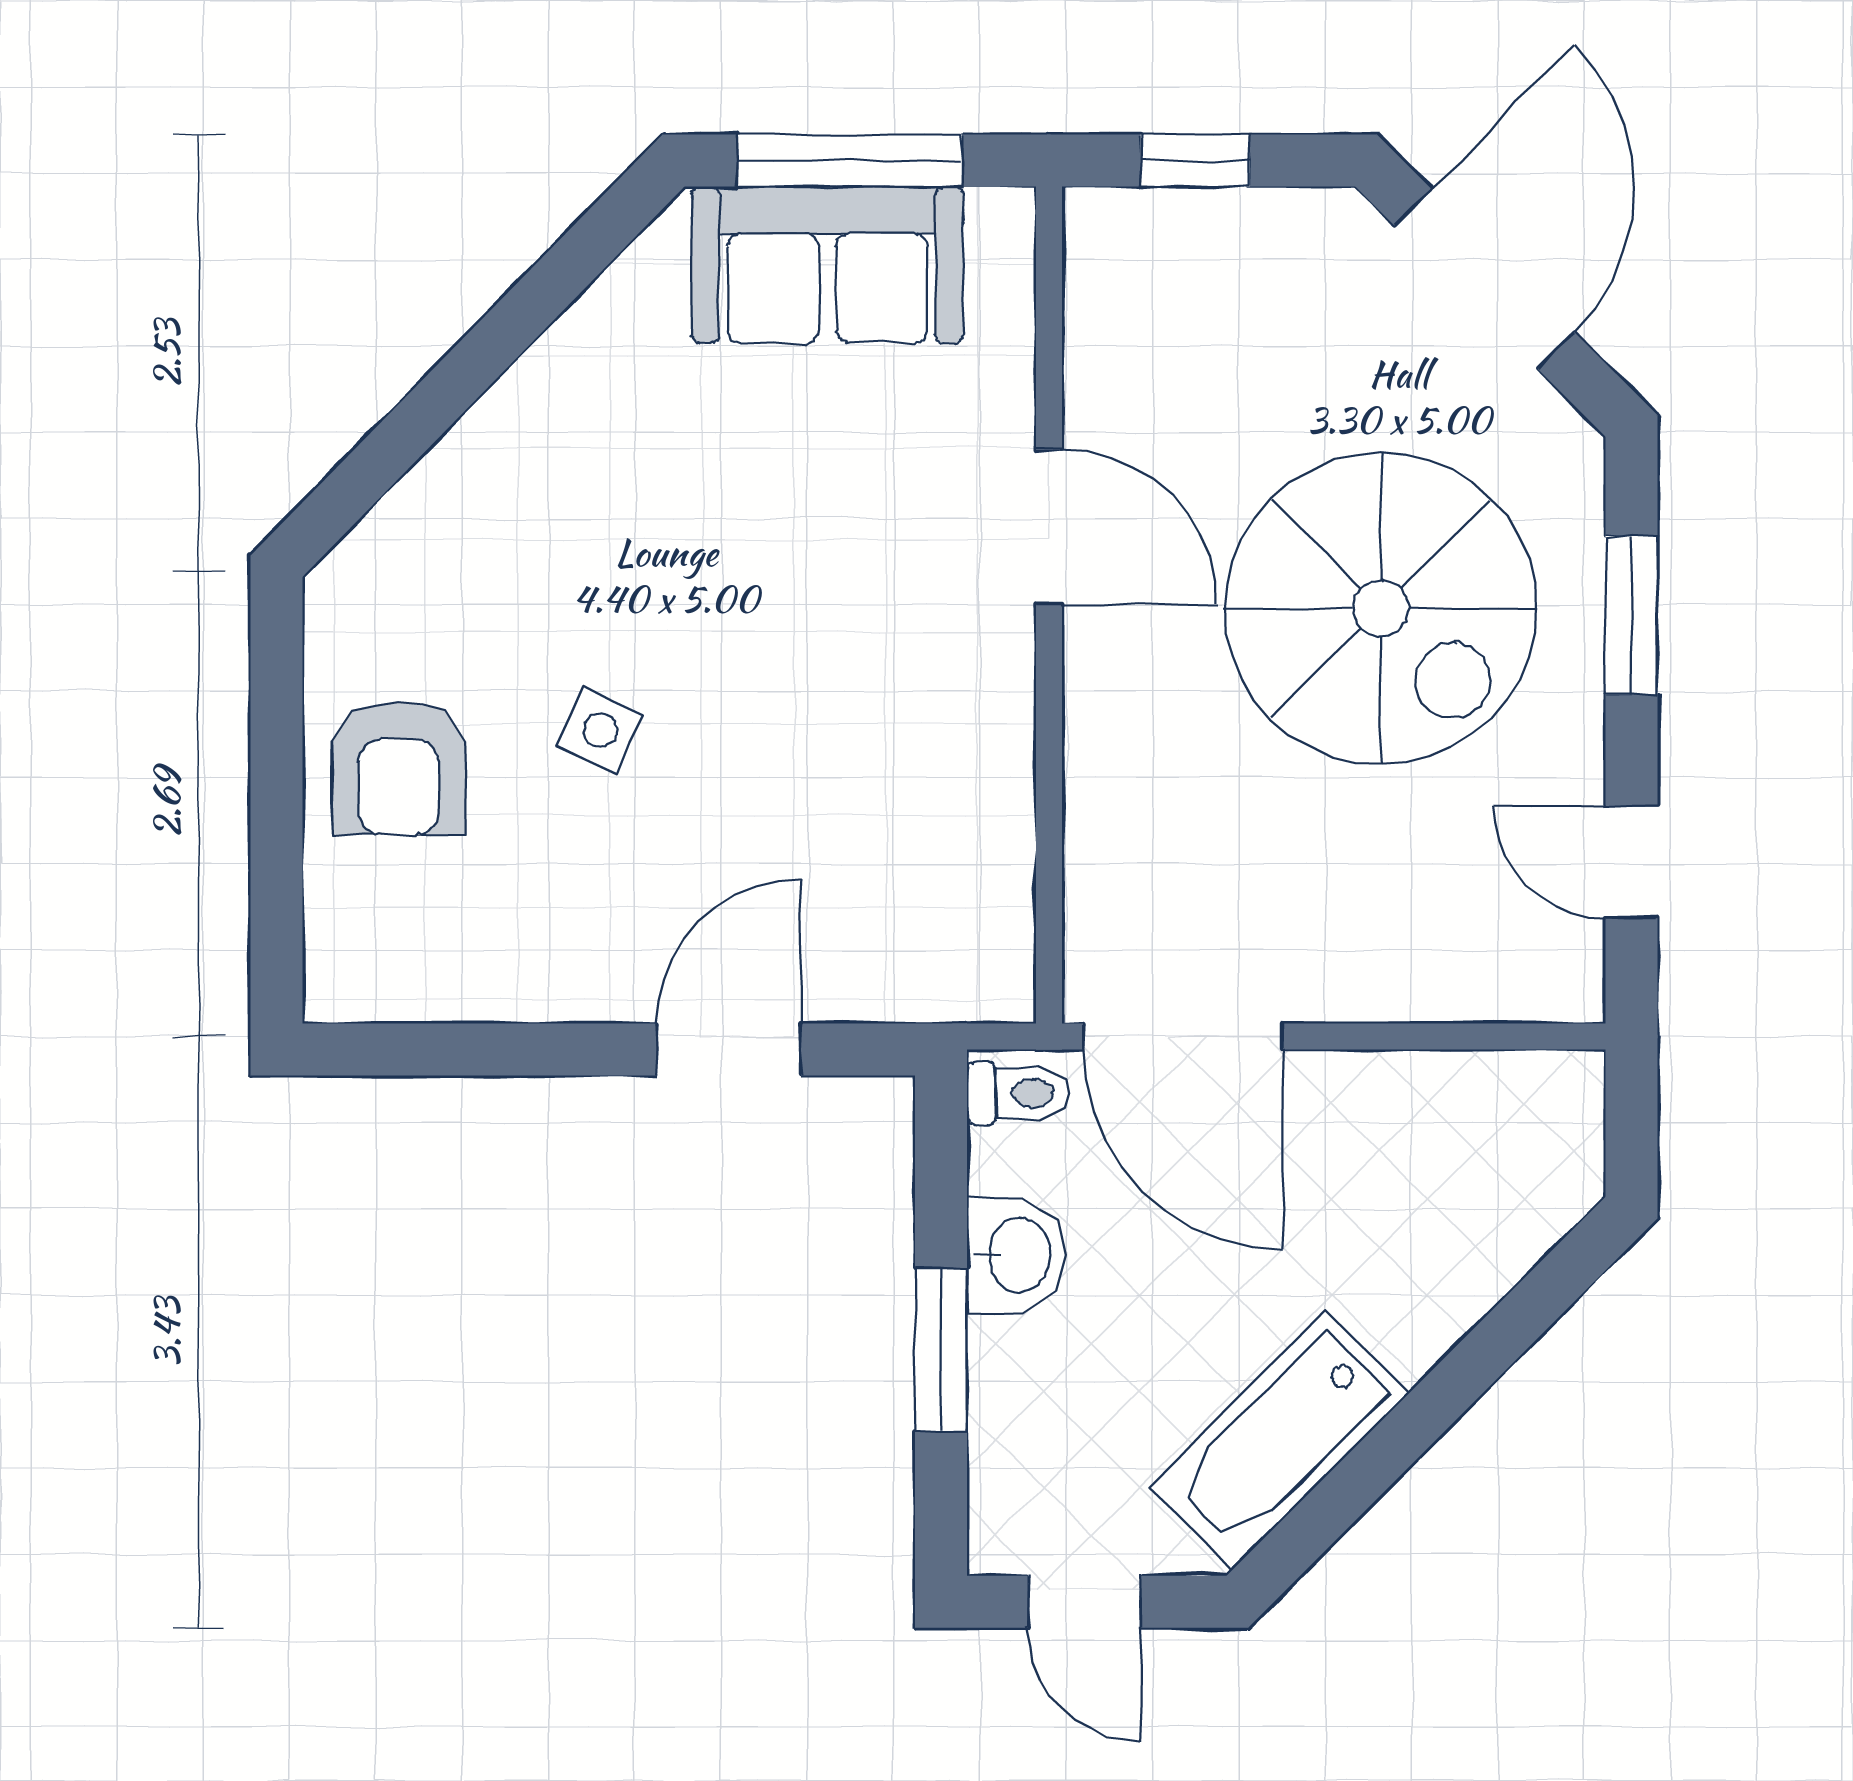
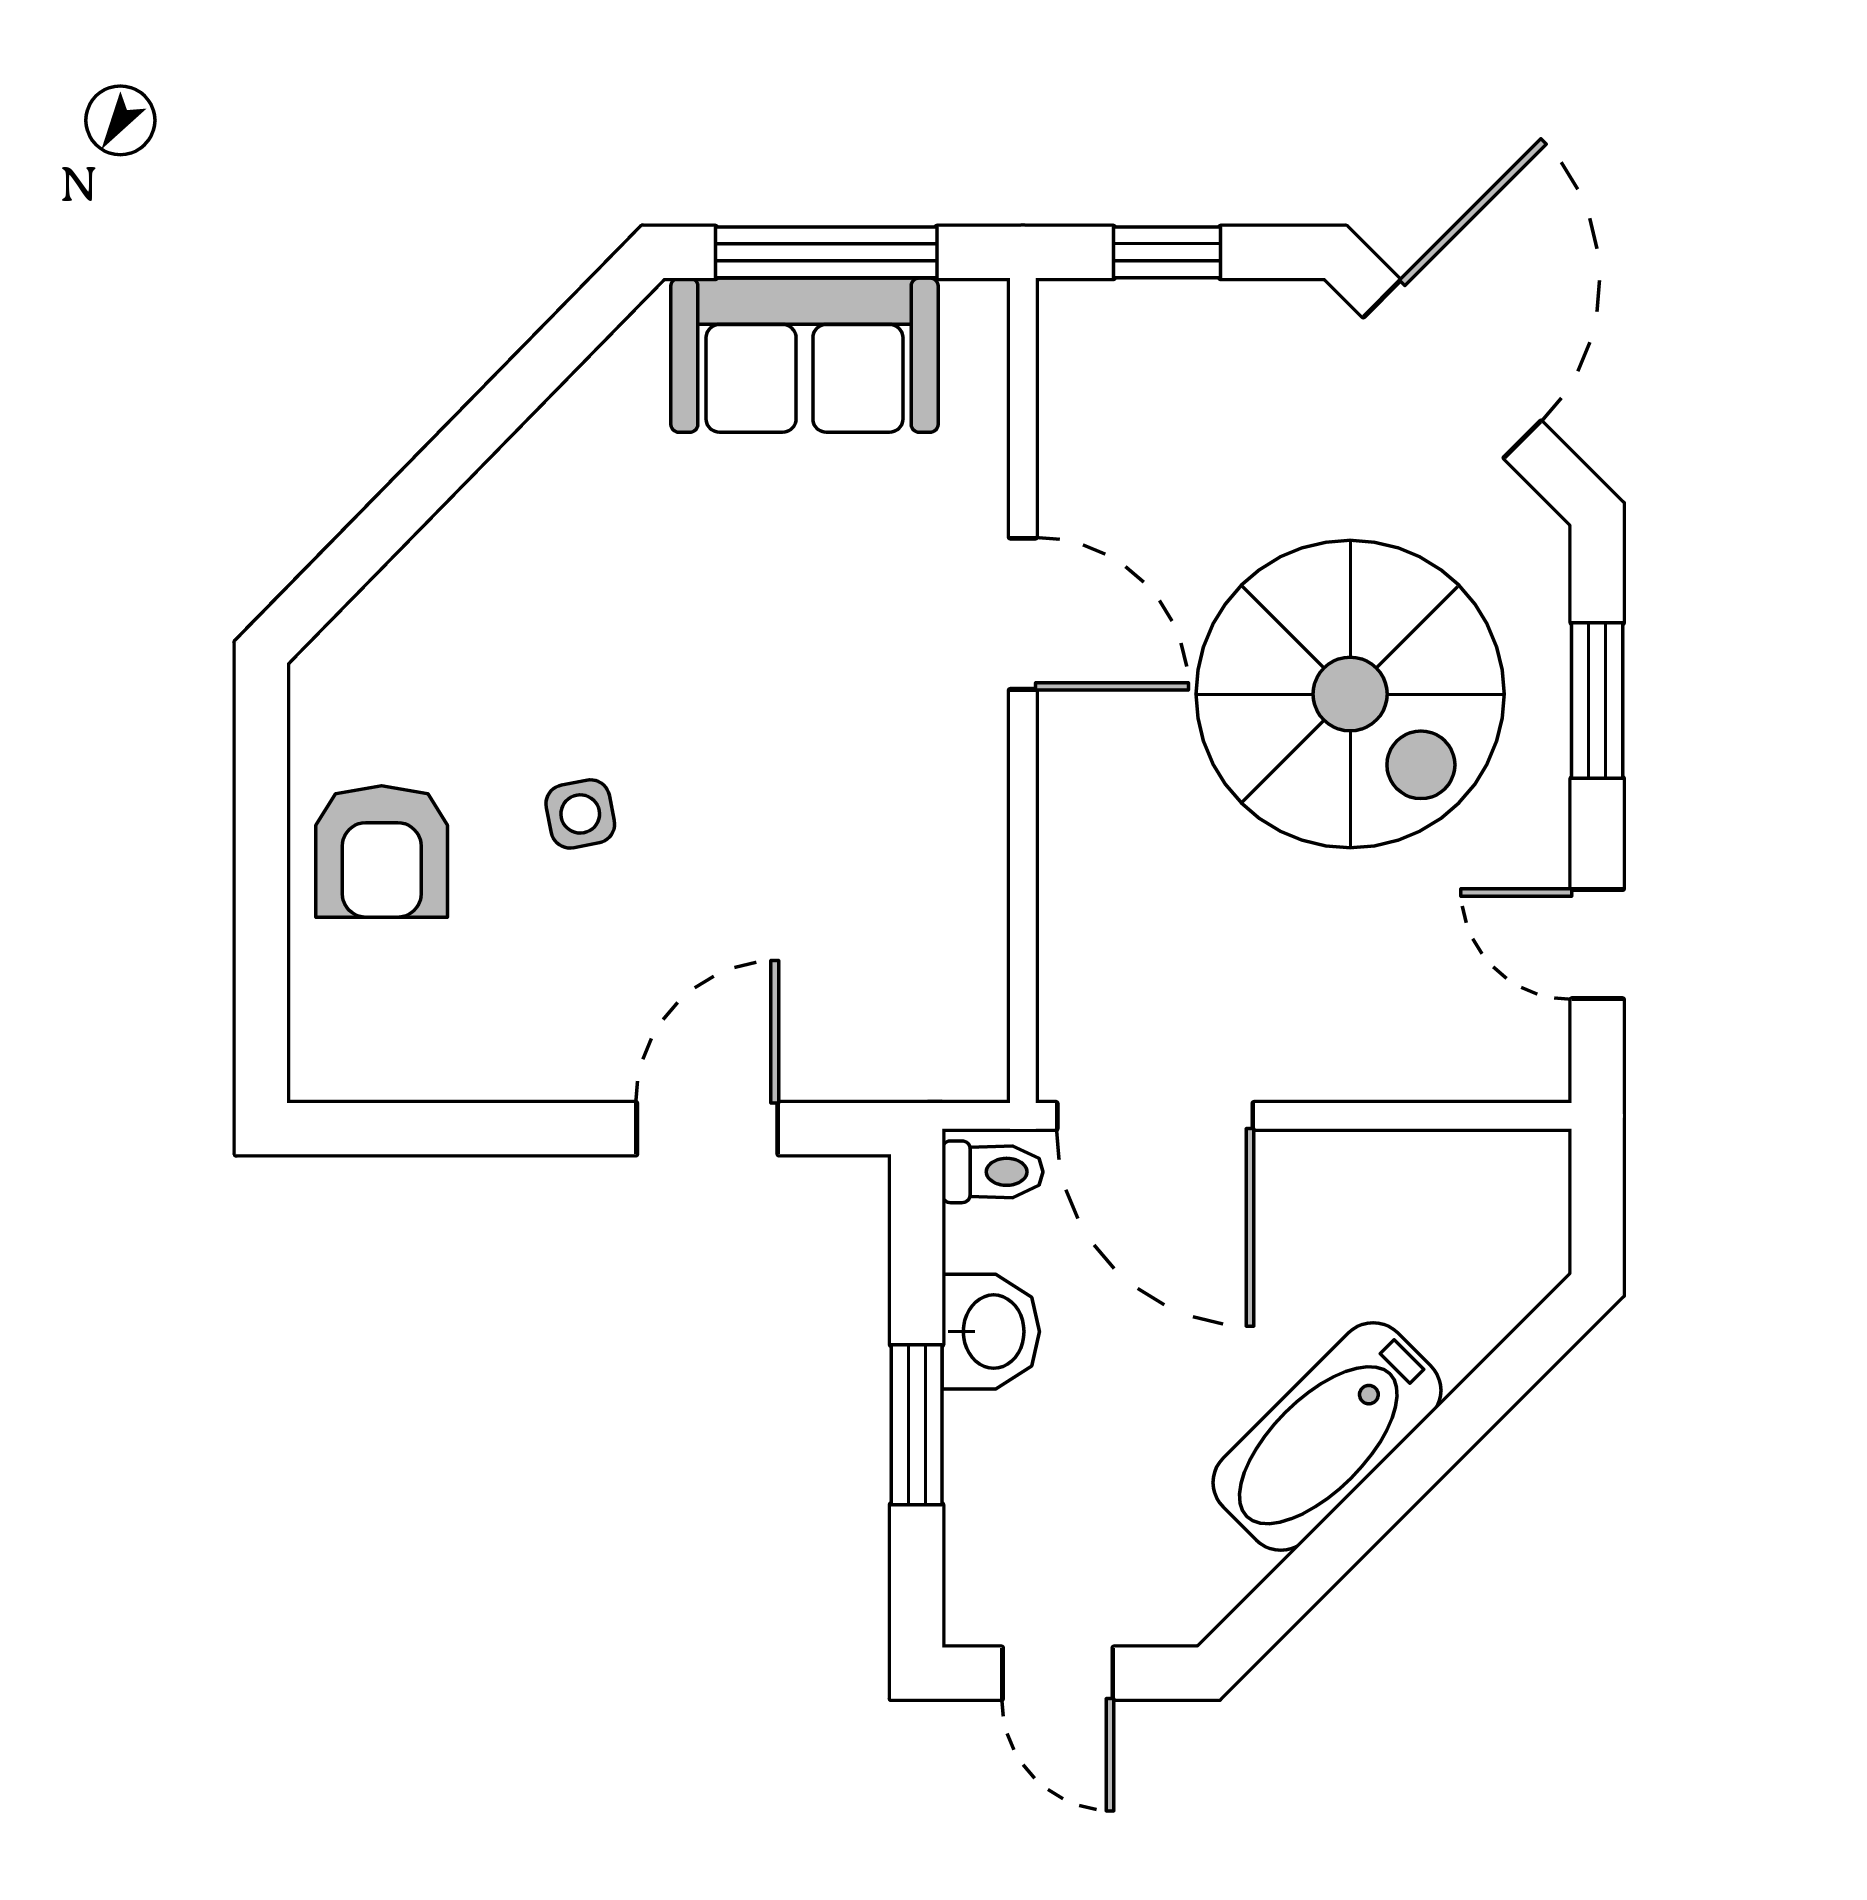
side table: (600, 730) -> (580, 814), turned -36
bathtub: (1279, 1440) -> (1327, 1436), moved

